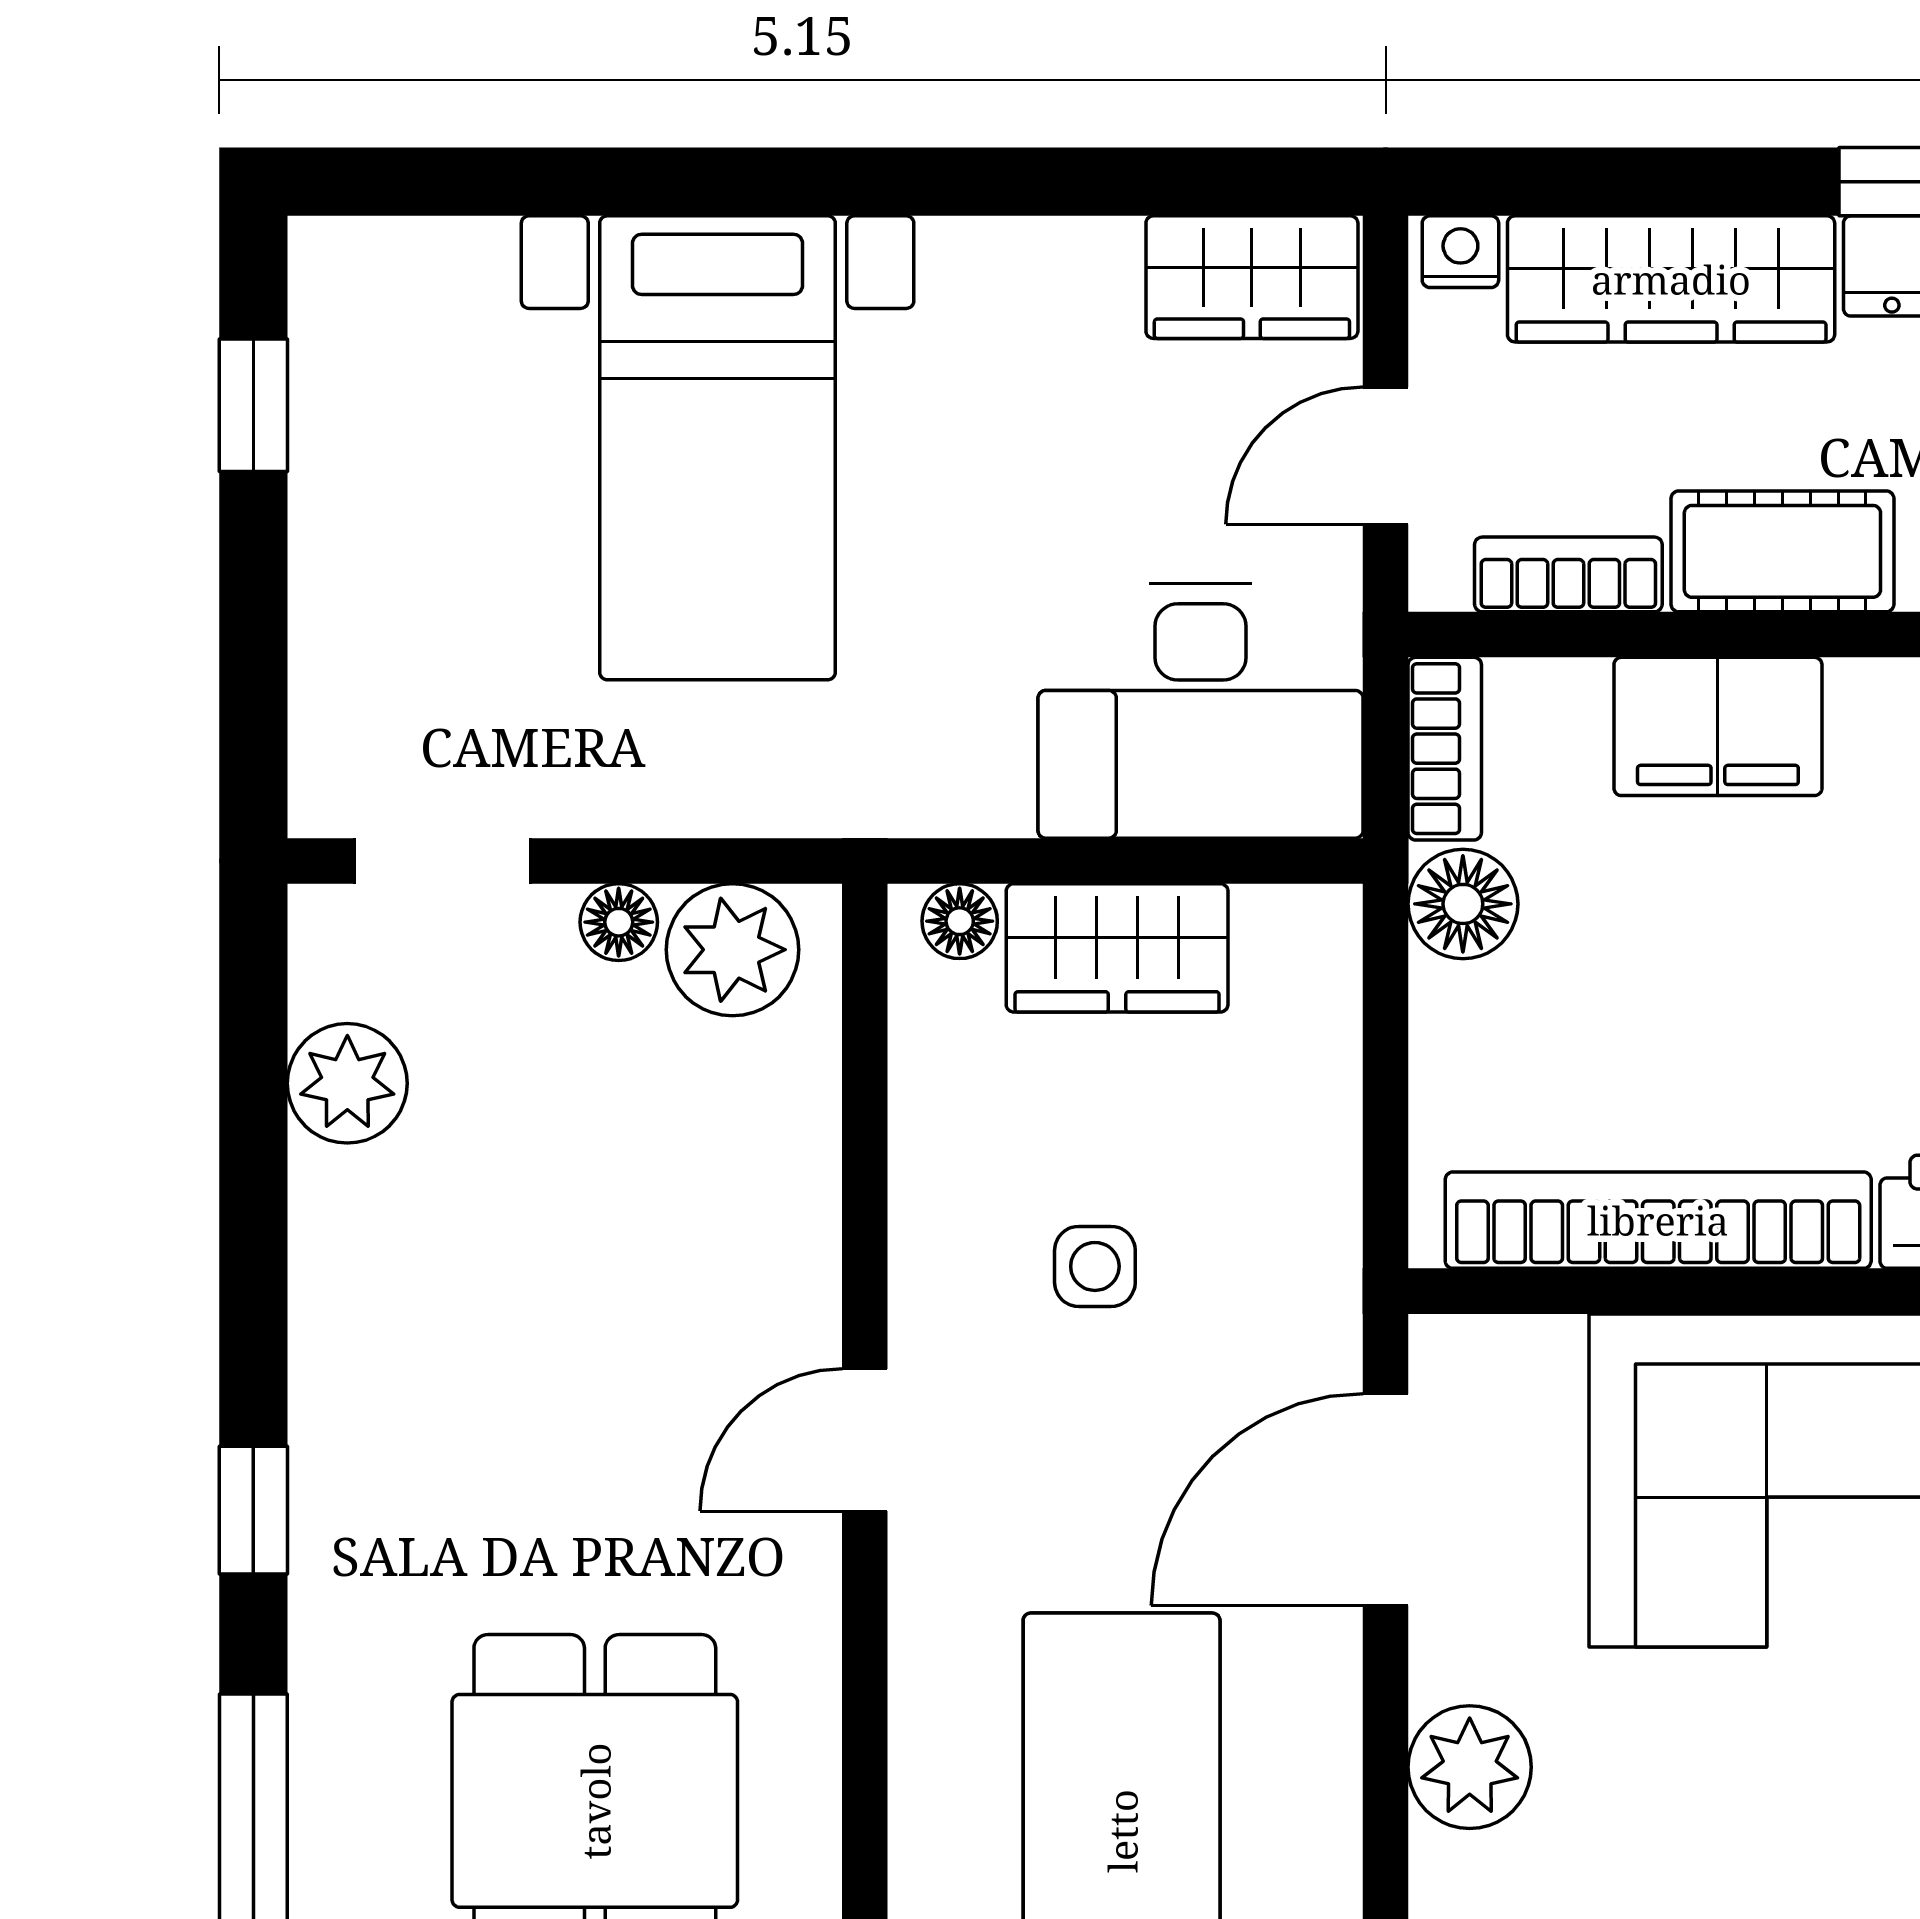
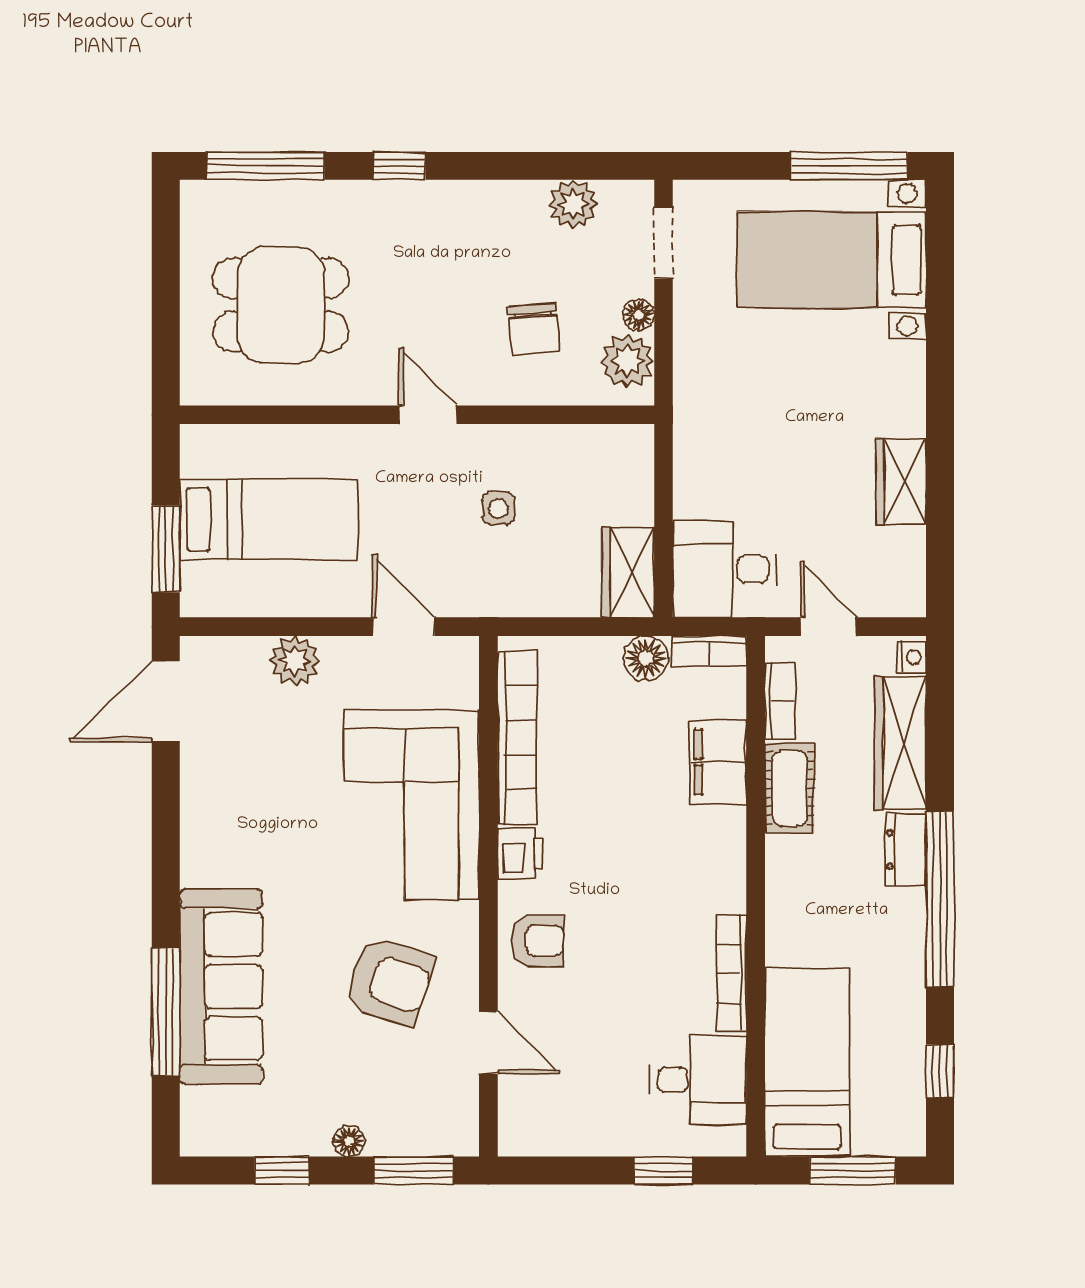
wardrobe: (1252, 277) -> (901, 481), moved
window: (253, 405) -> (849, 166), width x2.17
bed with nightstands: (718, 448) -> (832, 260), moved
desk: (1201, 711) -> (725, 569), width x0.73
floor lamp: (960, 921) -> (639, 453), removed
wardrobe: (1117, 948) -> (628, 572), moved
chair: (655, 1180) -> (534, 329), added
door: (1386, 1500) -> (403, 627), width x0.73

